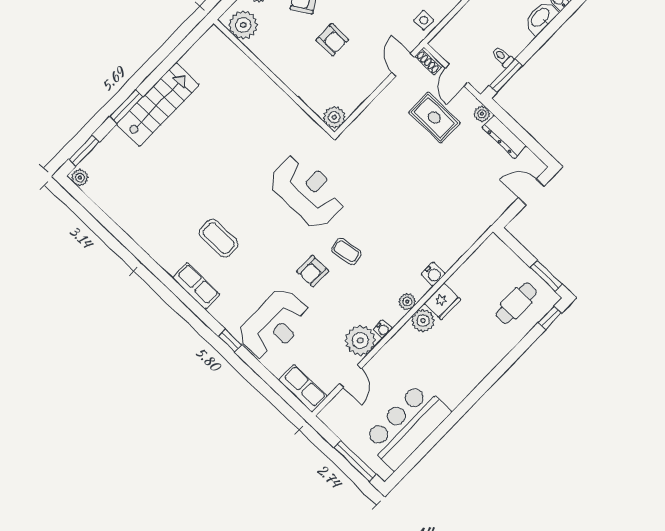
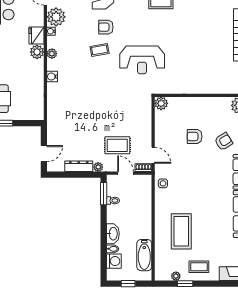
armchair: (313, 271) -> (106, 27), turned -90
fridge: (442, 301) -> (37, 35), moved

